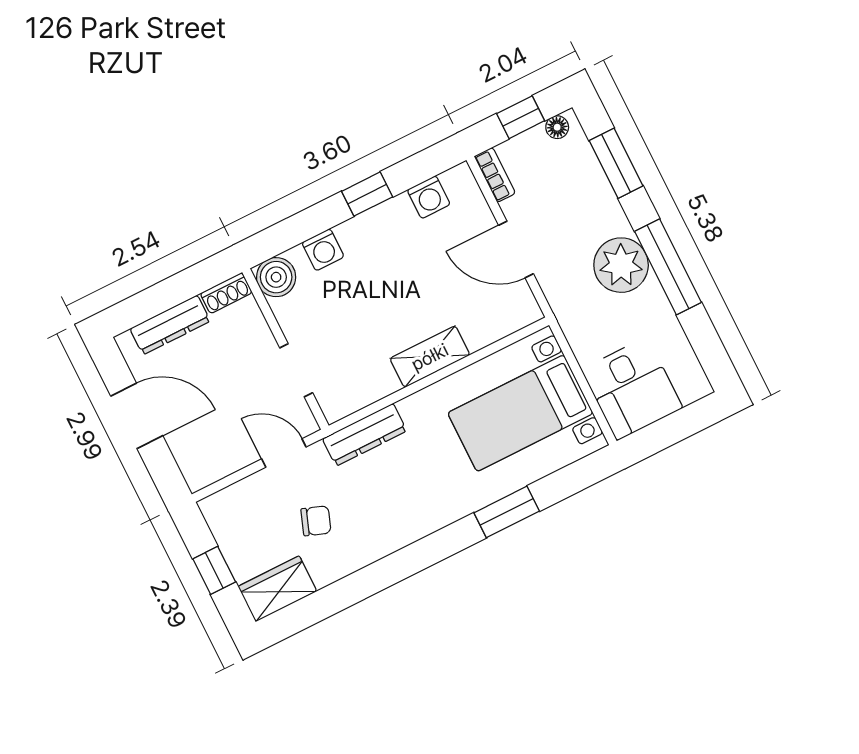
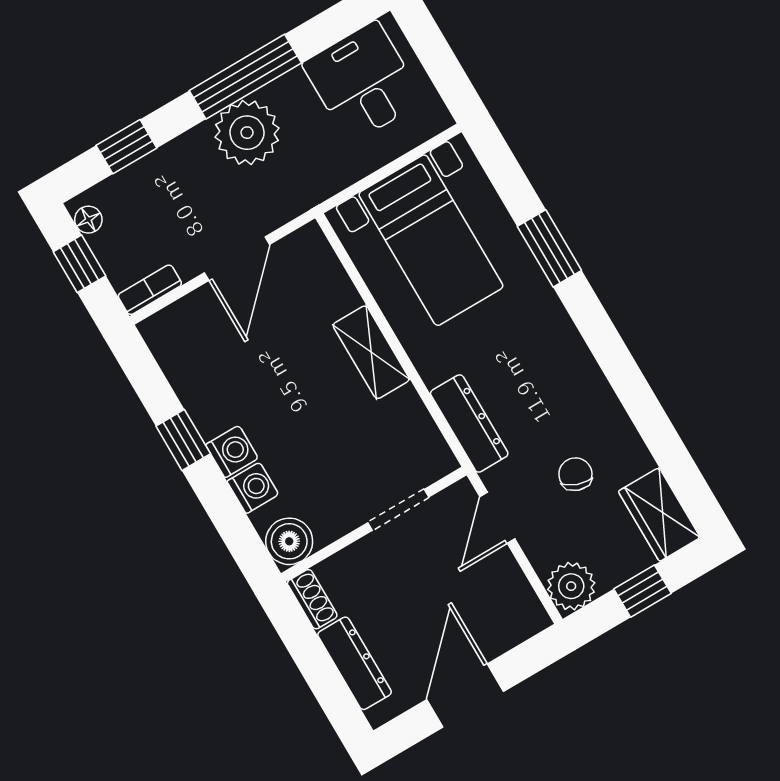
window: (616, 163) -> (126, 147), width x0.67
washing machine: (429, 197) -> (232, 452), moved
desk: (632, 389) -> (363, 82), moved, turned -90
plant: (222, 511) -> (571, 586), added

